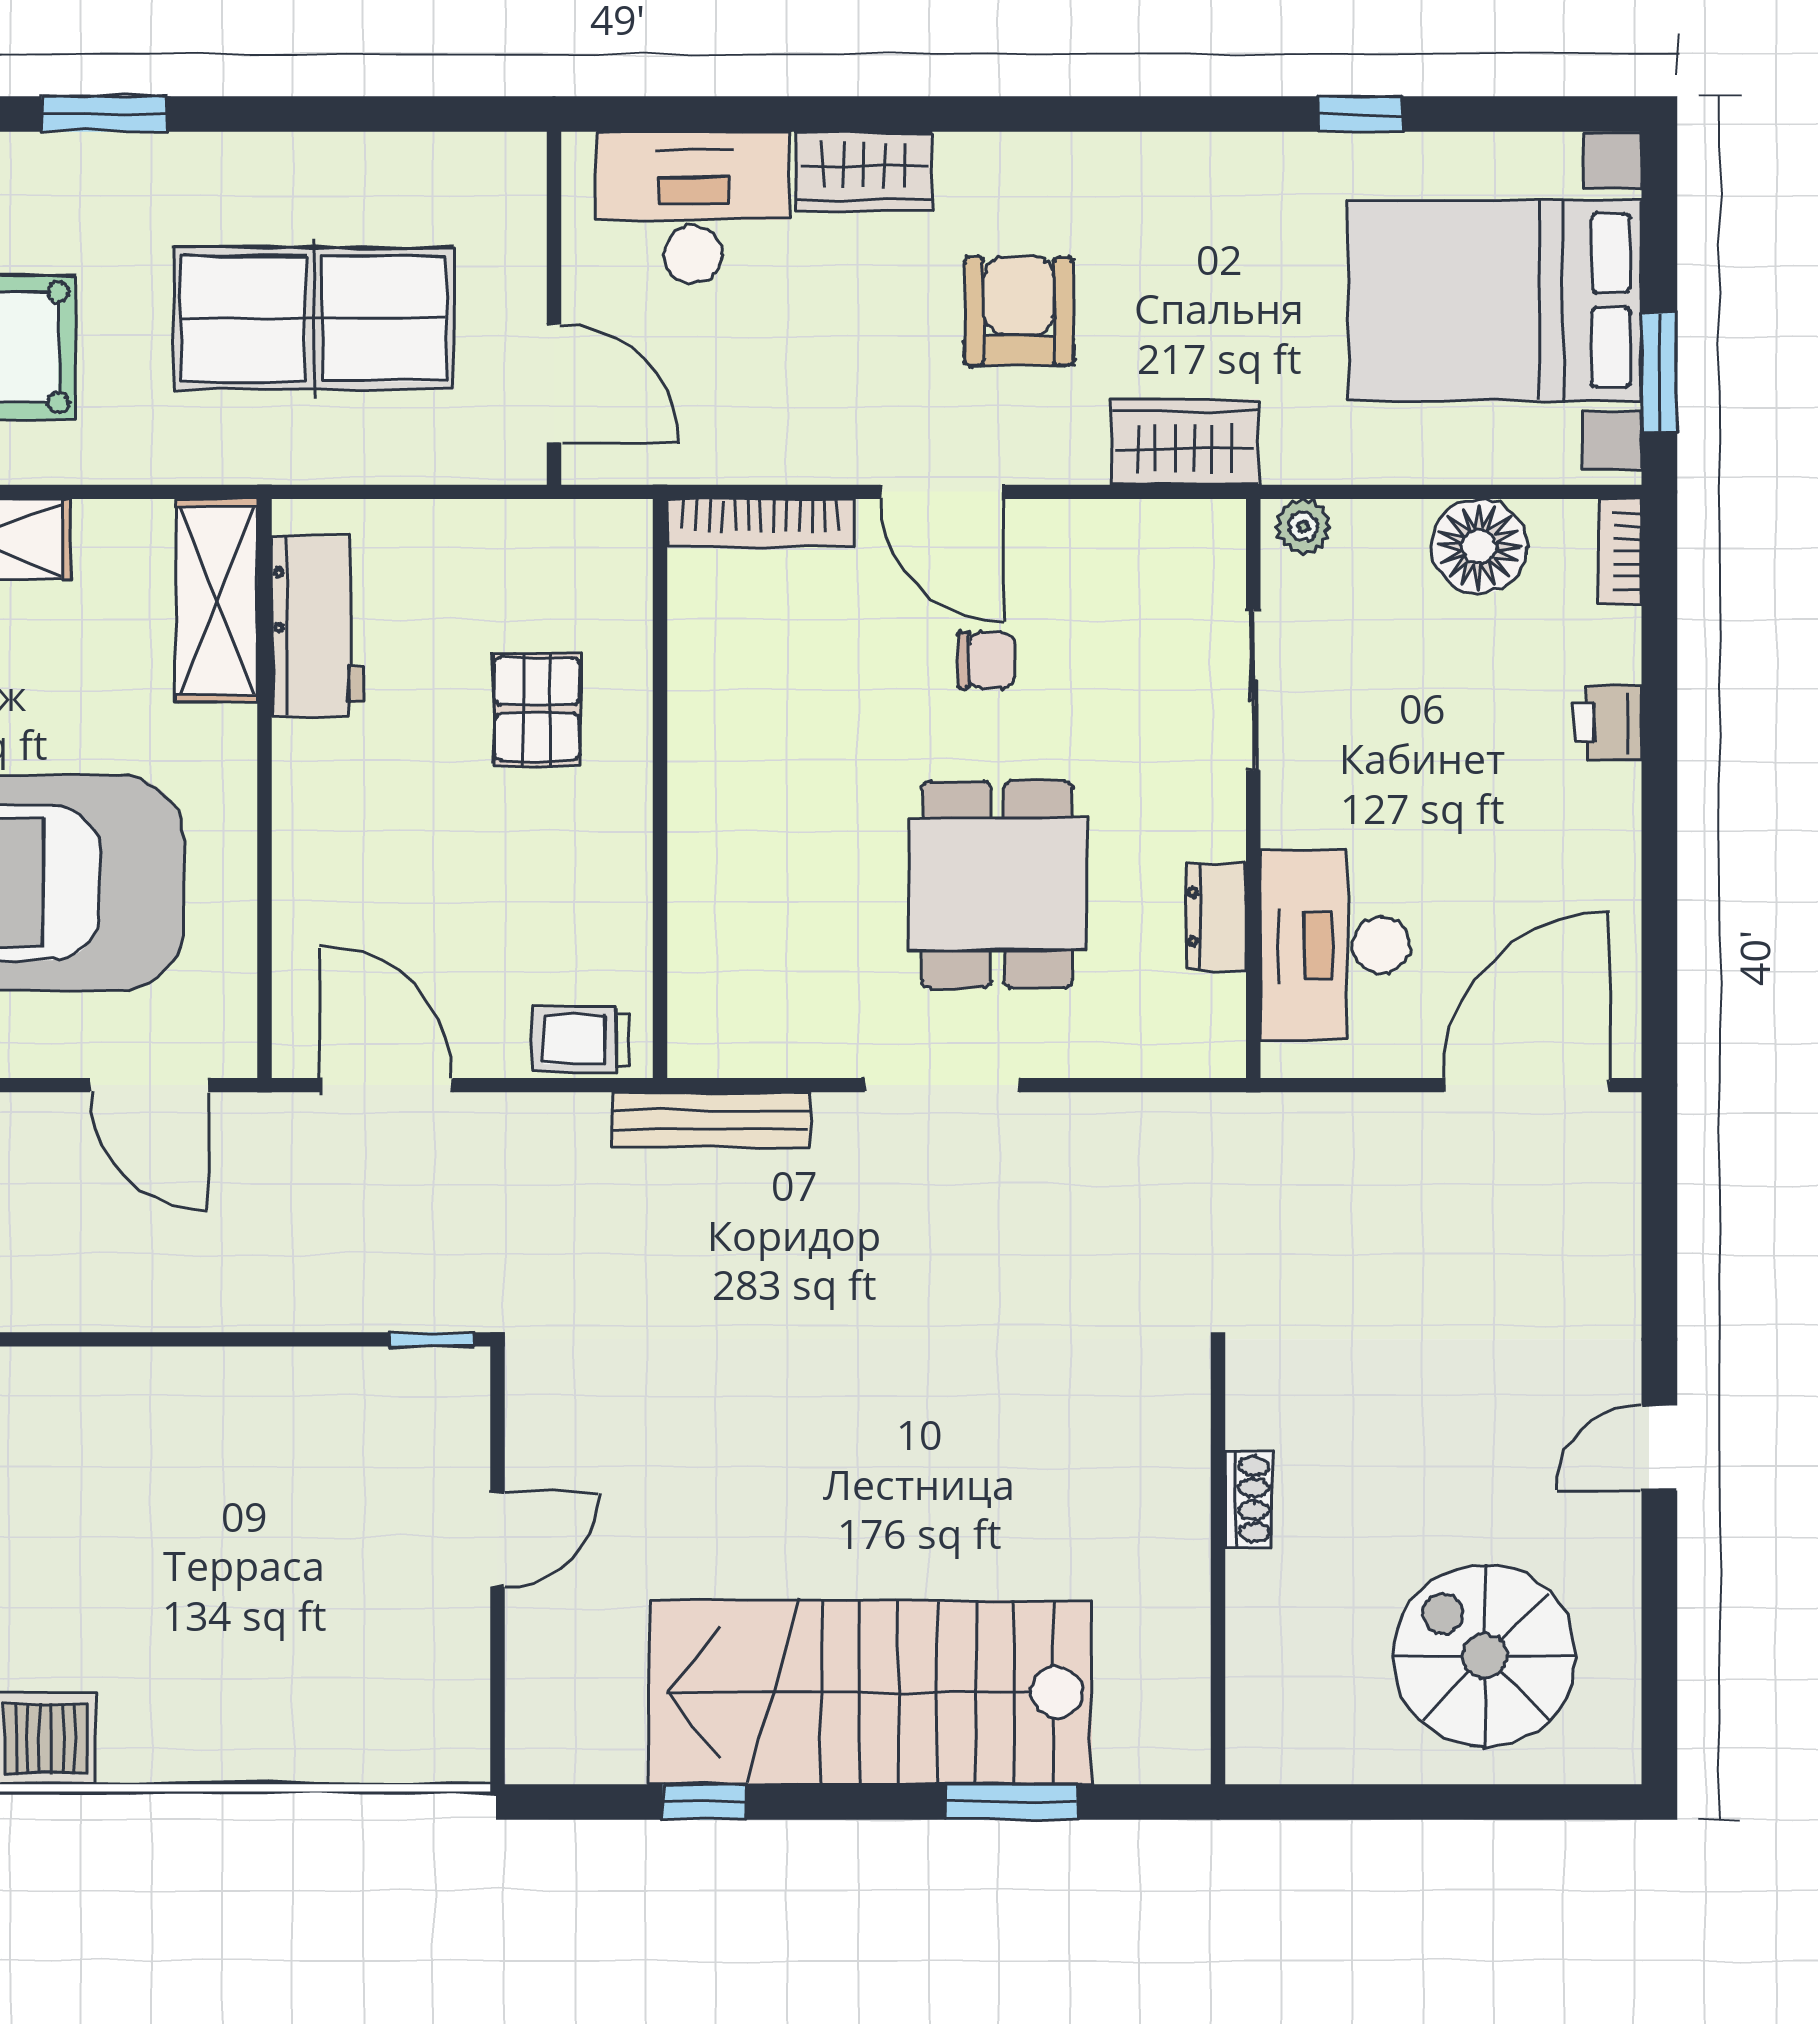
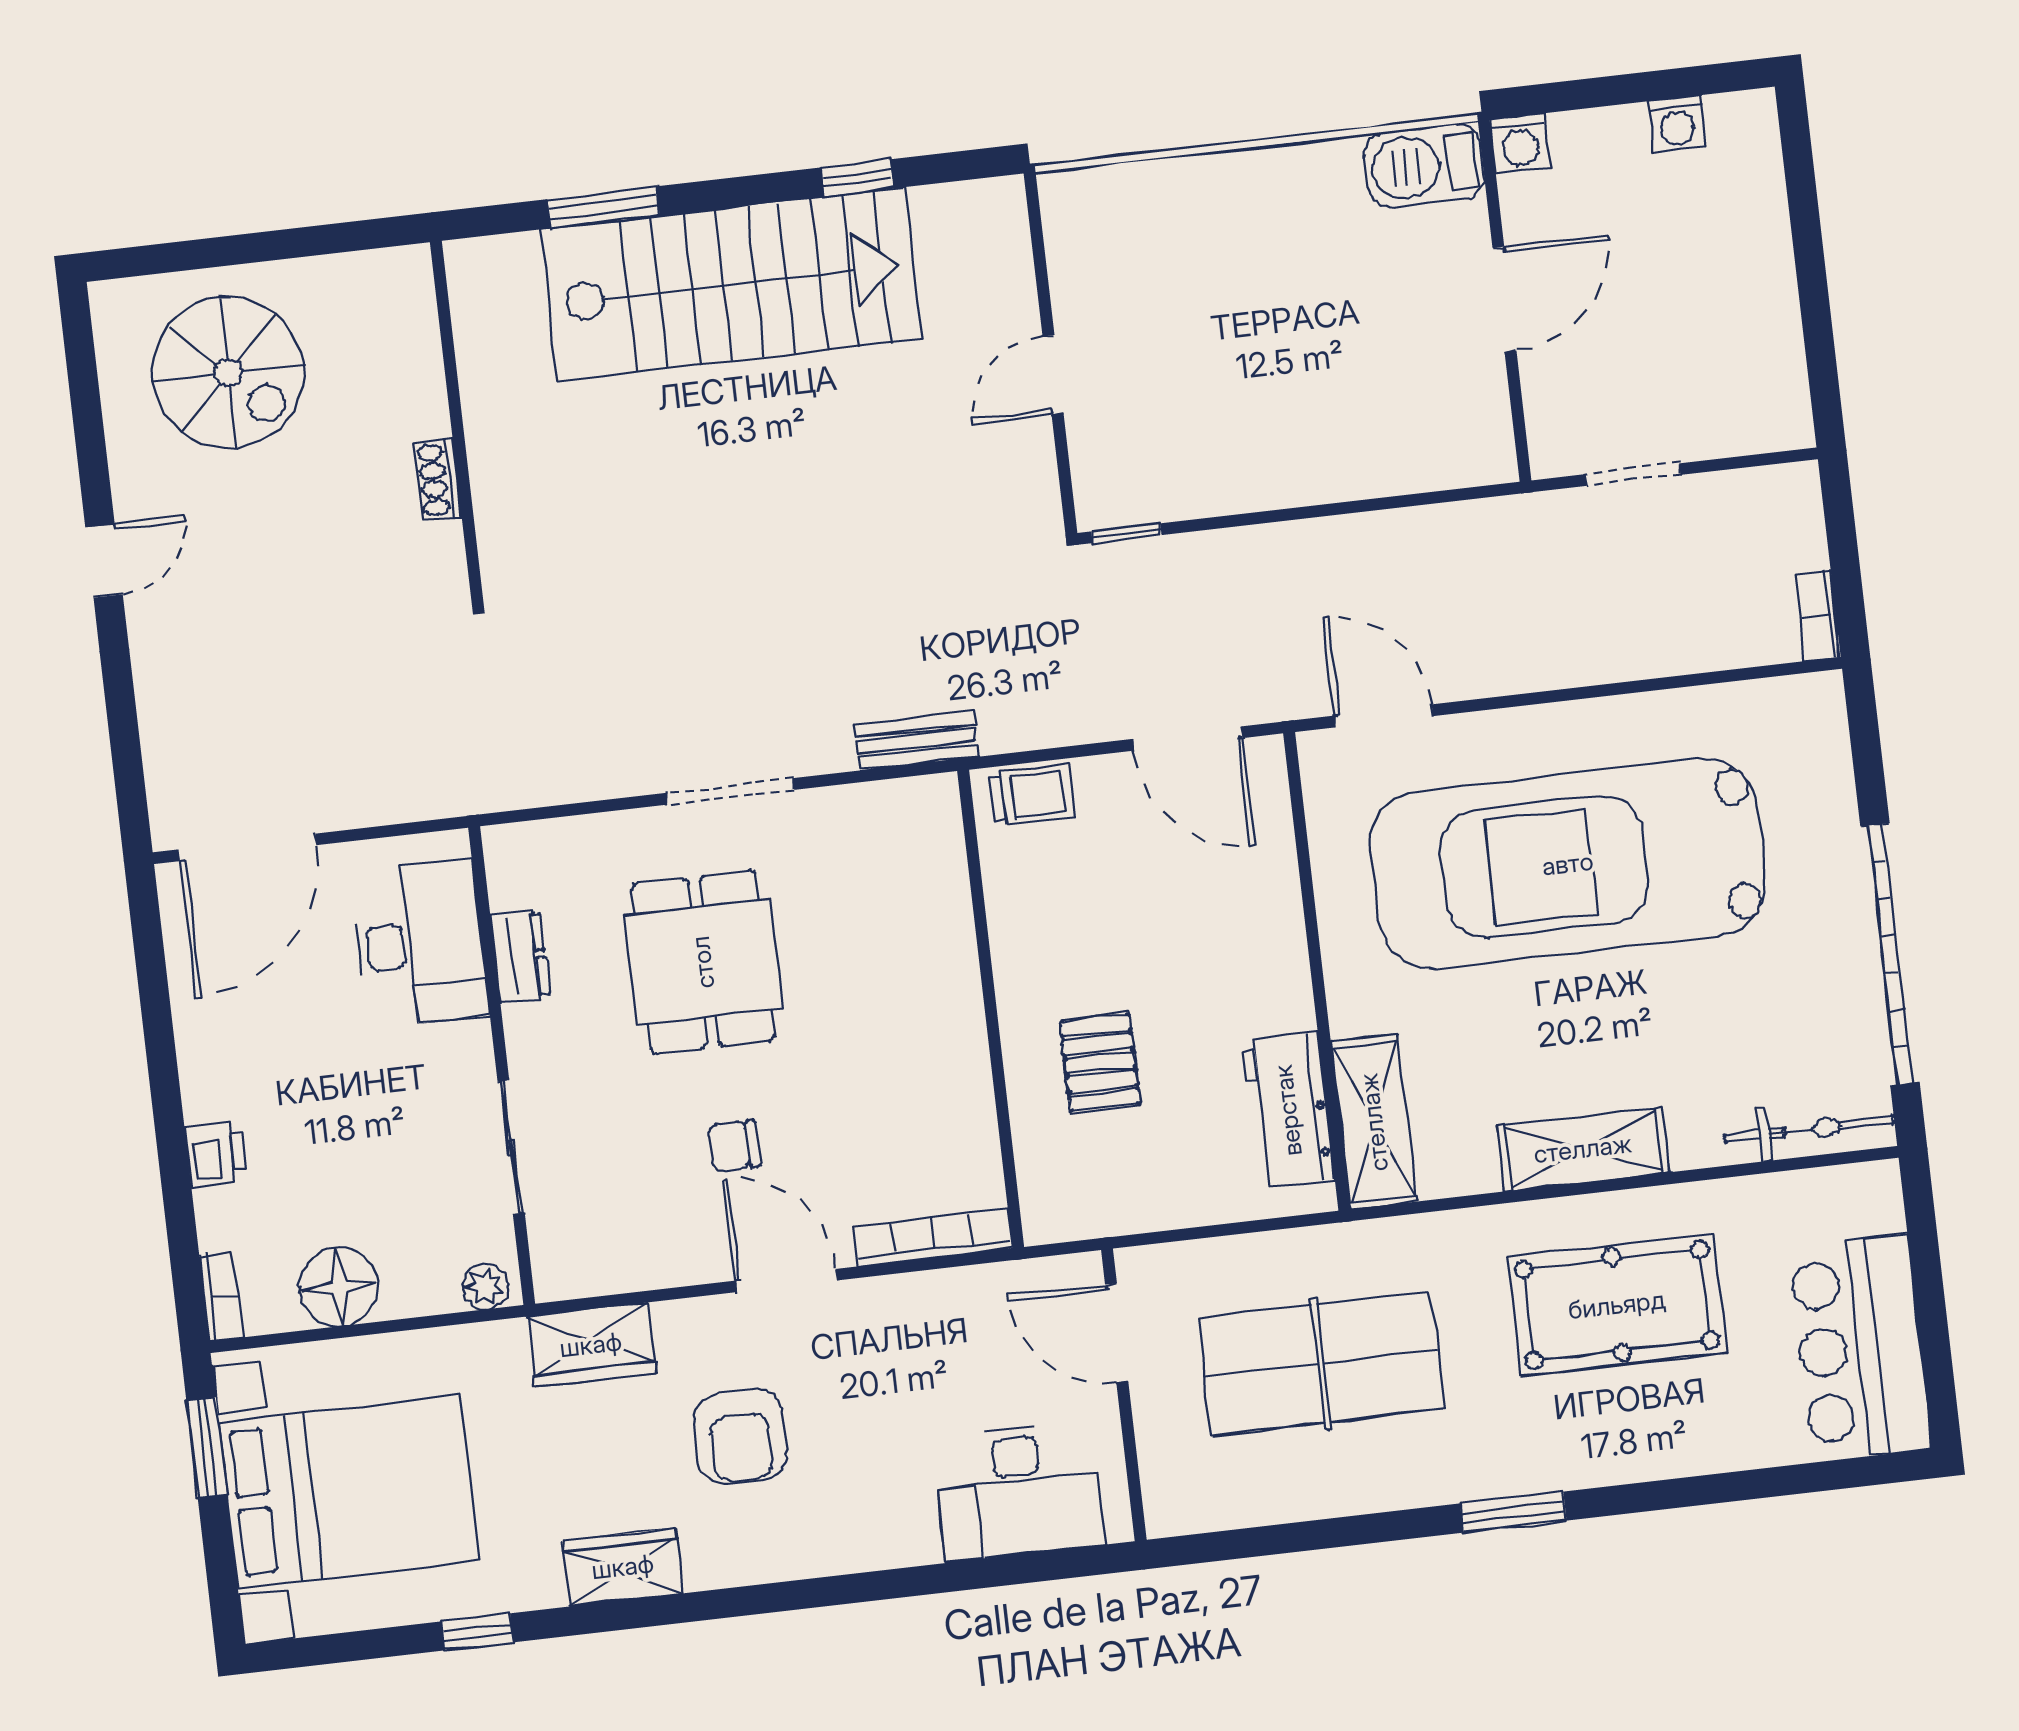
wardrobe: (864, 171) -> (623, 1567), moved
bench: (711, 1120) -> (917, 741), width x0.73

